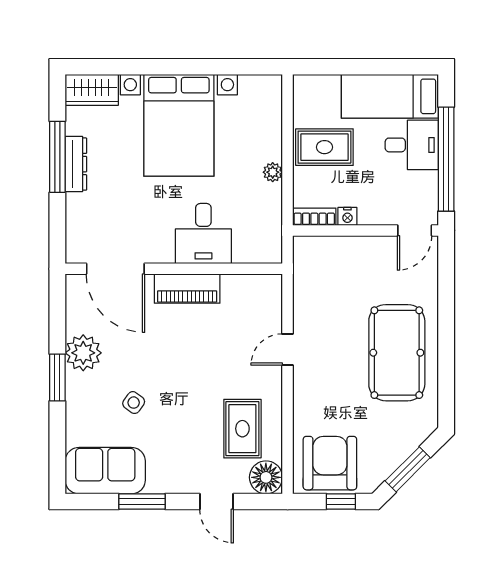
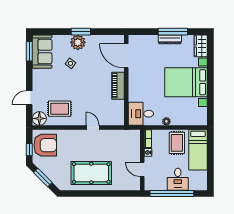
bed: (390, 96) -> (198, 150), moved, turned 180
door: (415, 230) -> (142, 169), moved
desk: (203, 234) -> (141, 114), moved
door: (115, 269) -> (126, 56), hinge flipped
plant: (83, 353) -> (78, 42), moved
window: (142, 502) -> (29, 51), moved

